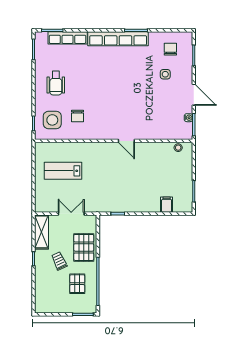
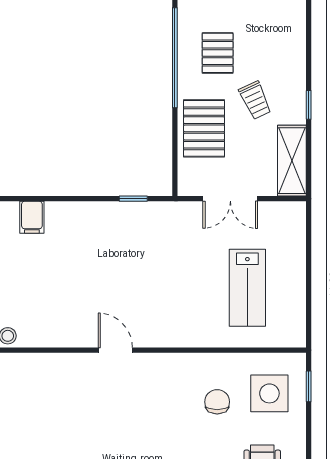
lab bench: (63, 171) -> (247, 288), turned 90

